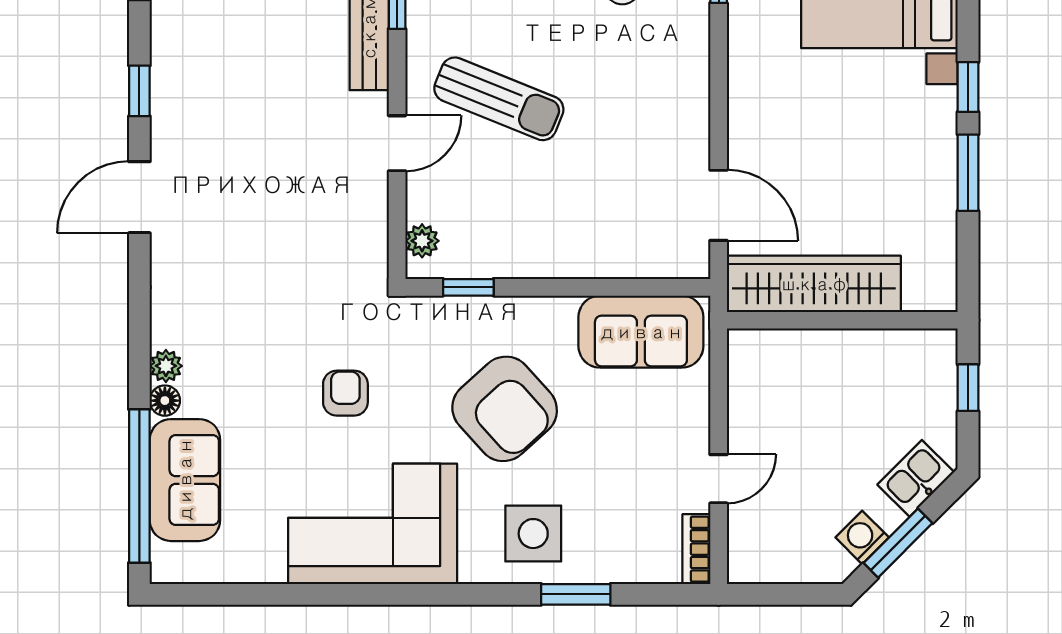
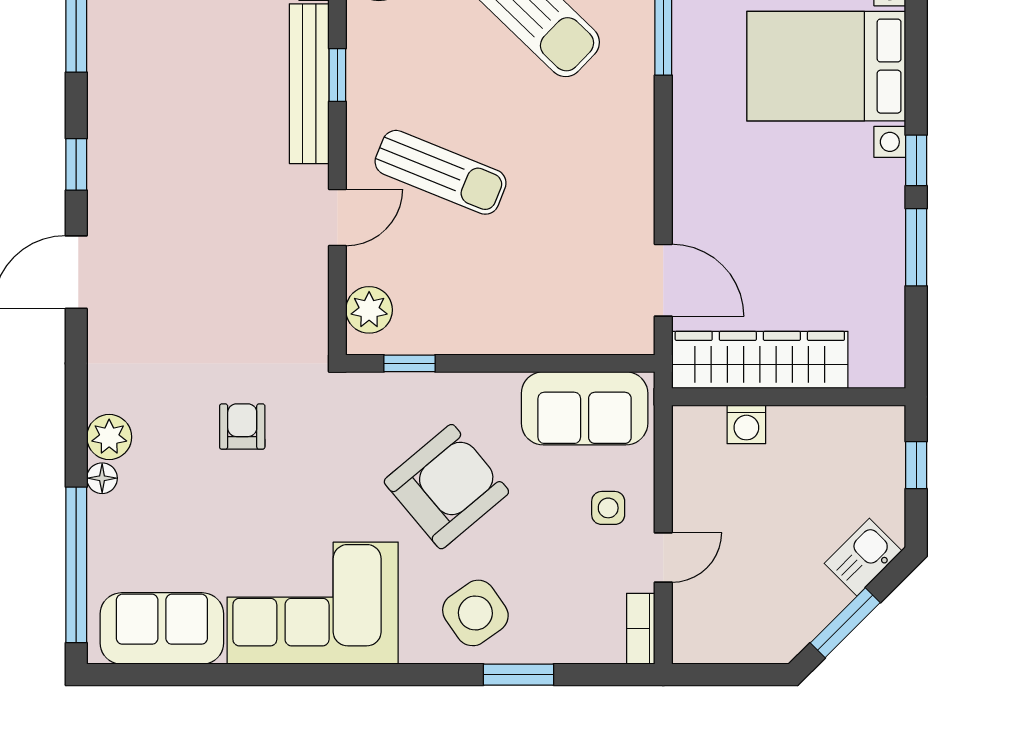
plant: (422, 241) -> (369, 310), width x1.38, depth x1.38
plant: (166, 366) -> (109, 437), width x1.38, depth x1.38
armchair: (345, 393) -> (242, 427), moved
armchair: (505, 409) -> (446, 487), turned -88
side table: (664, 430) -> (608, 508), added
sofa: (185, 480) -> (162, 628), moved, turned -90
side table: (533, 534) -> (475, 613), turned -35
washing machine: (862, 537) -> (746, 424), moved, turned -135

